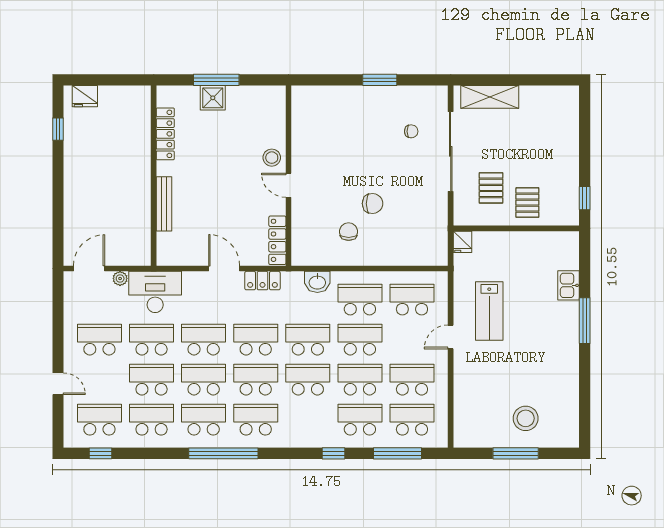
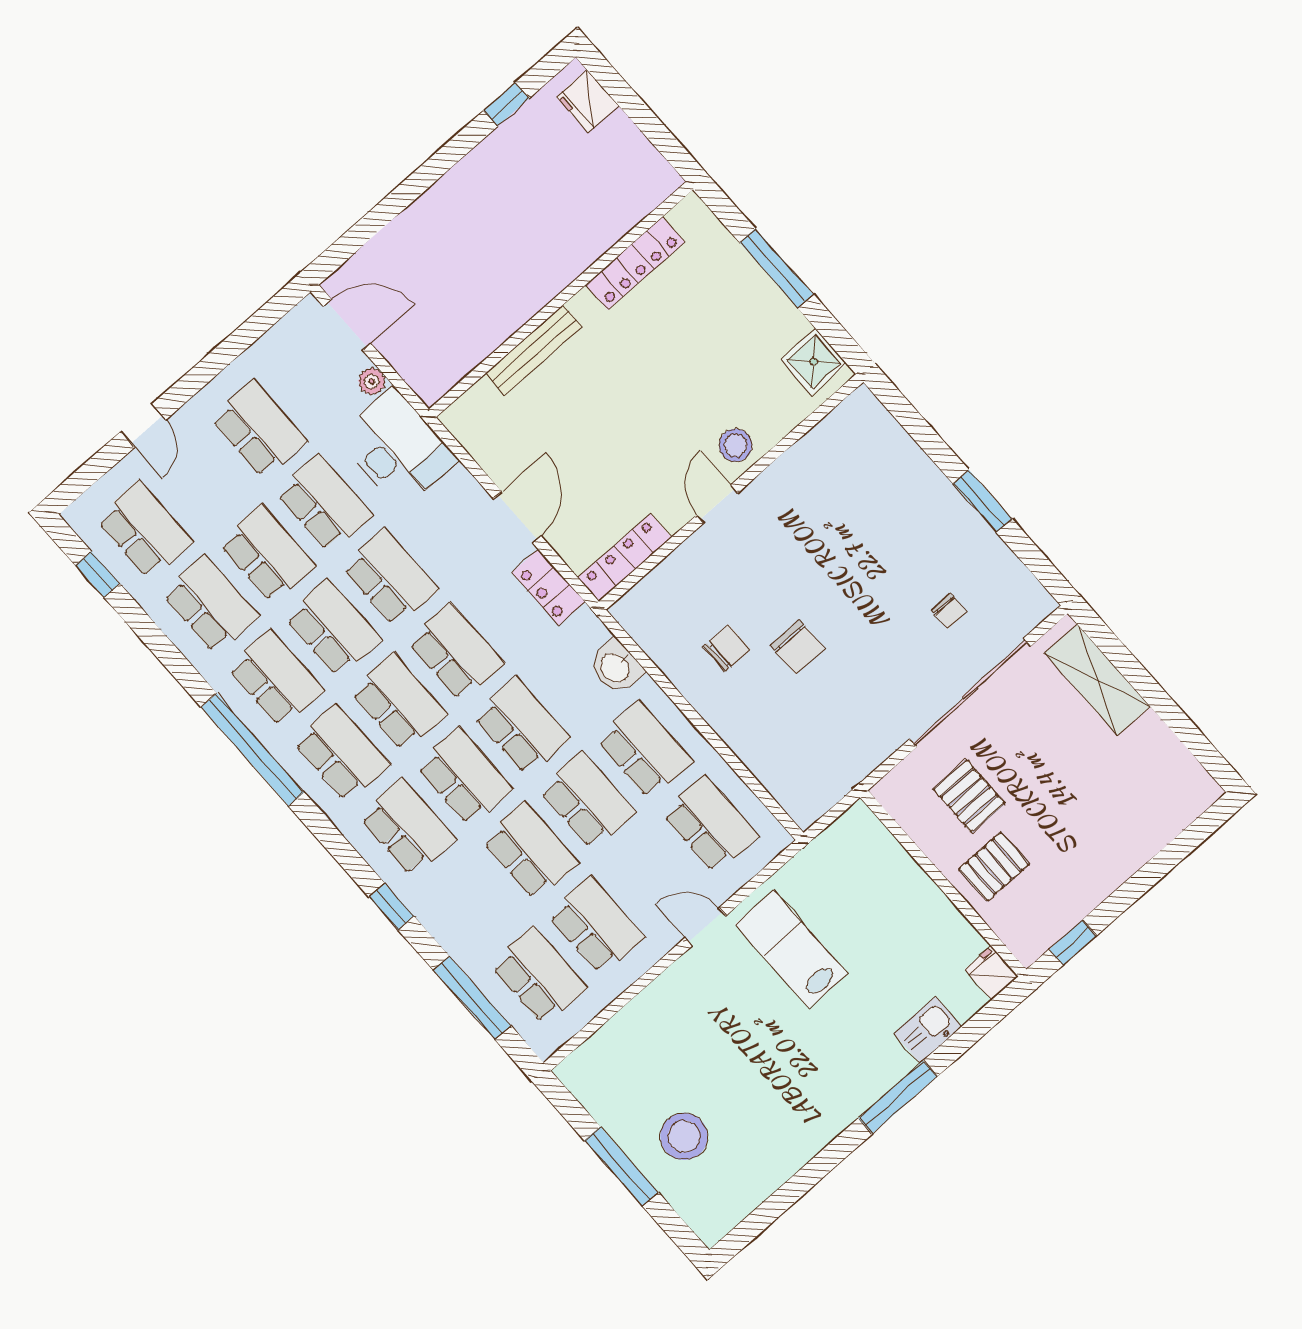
shower: (213, 98) -> (814, 362), moved
pallet: (491, 188) -> (969, 796), turned 90
fridge: (462, 242) -> (991, 973), moved, turned 90
lab bench: (489, 311) -> (791, 949), turned 90
school desk: (360, 420) -> (407, 827), moved

